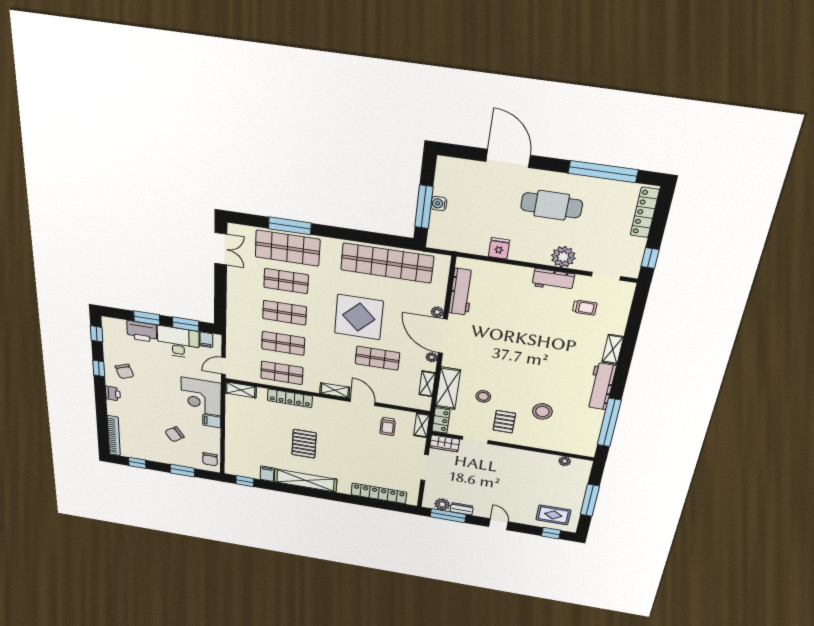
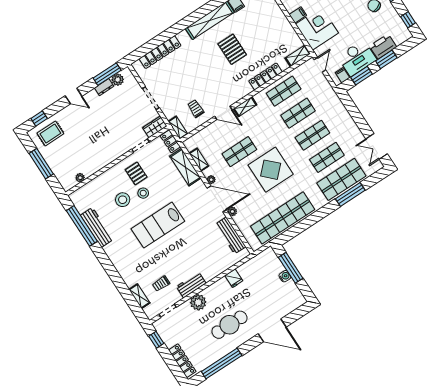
shelving: (613, 349) -> (139, 296), moved
lab bench: (530, 362) -> (158, 225), added
workbench: (601, 386) -> (97, 227), moved
stool: (483, 396) -> (143, 193), moved

